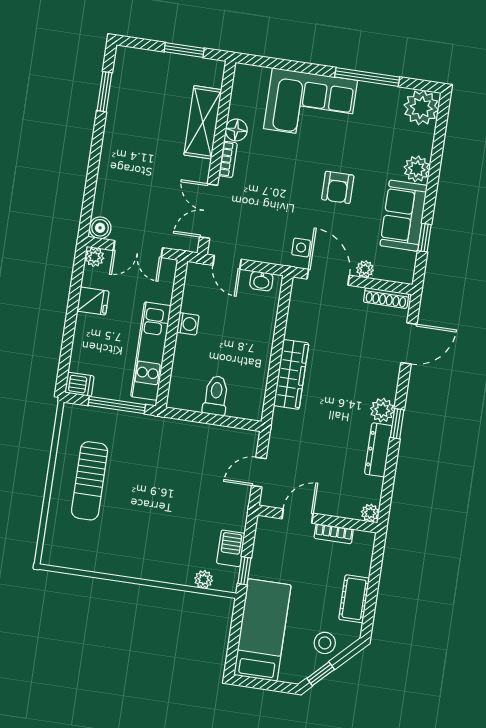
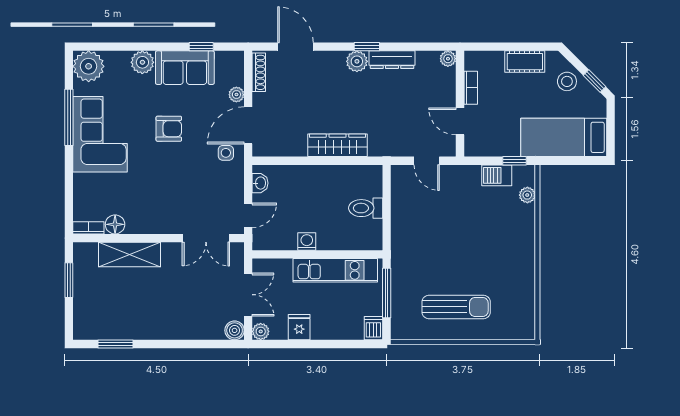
corner sofa: (311, 104) -> (100, 134), moved
floor lamp: (236, 130) -> (115, 224), moved
bookcase: (228, 159) -> (88, 228), moved

